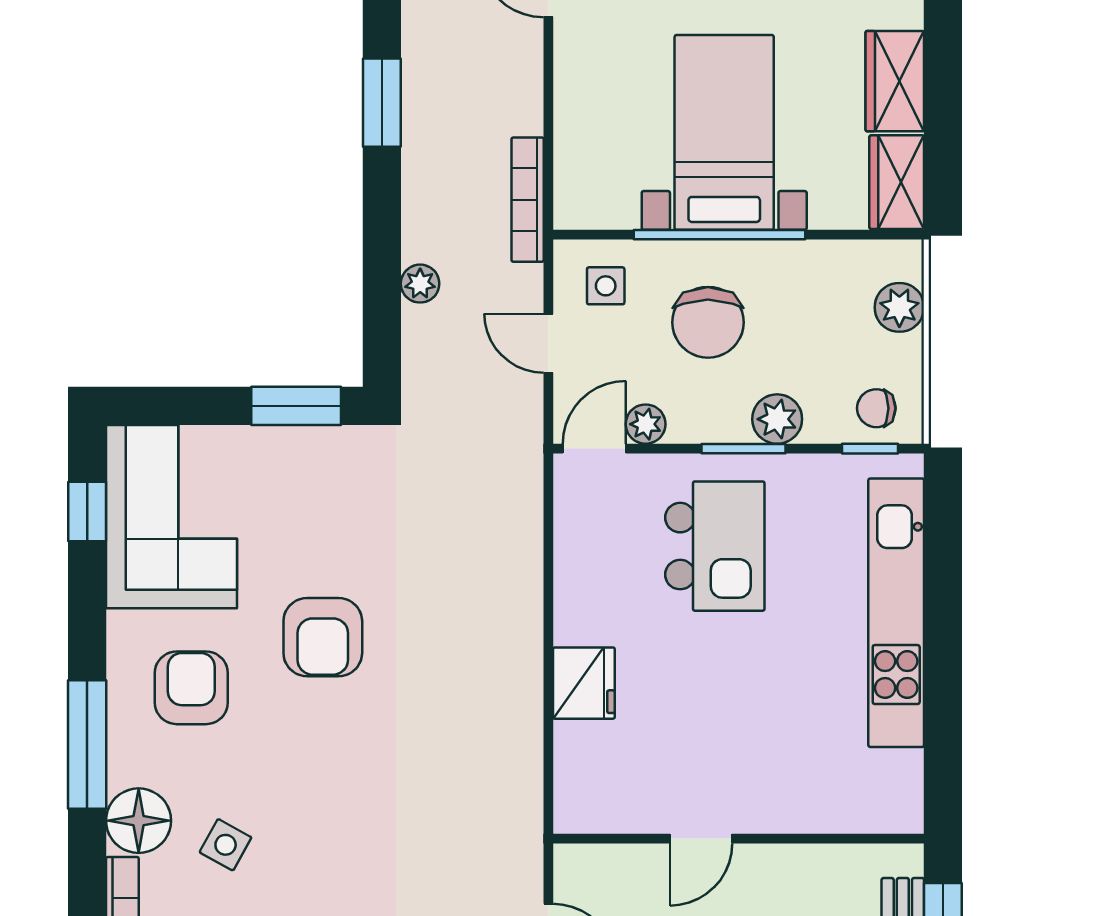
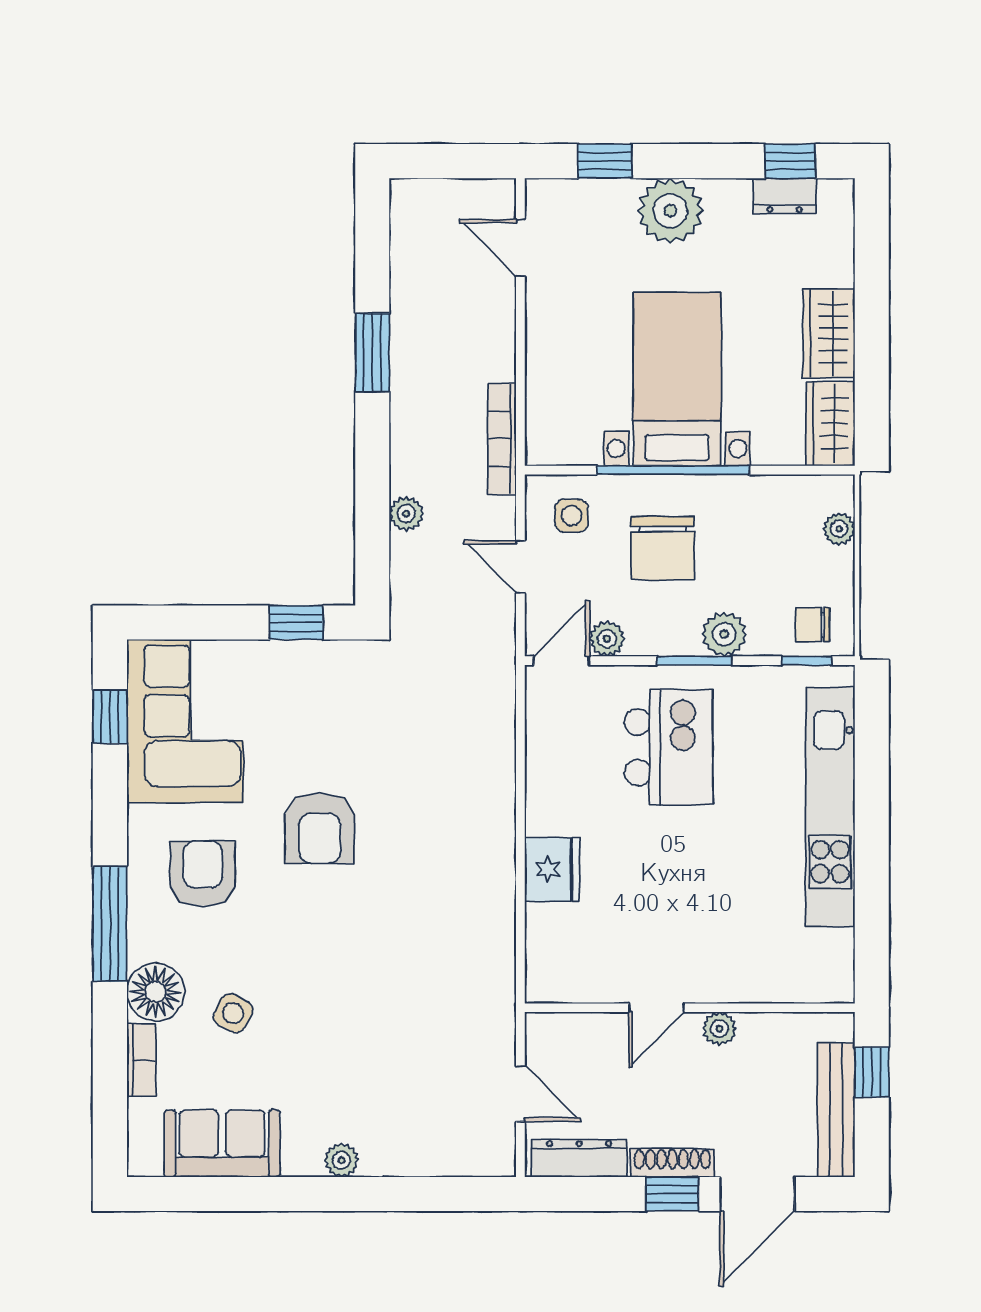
plant: (899, 307) -> (839, 529), width x0.73, depth x0.73
window: (296, 406) -> (296, 623), width x0.67
plant: (772, 862) -> (719, 1029), added

